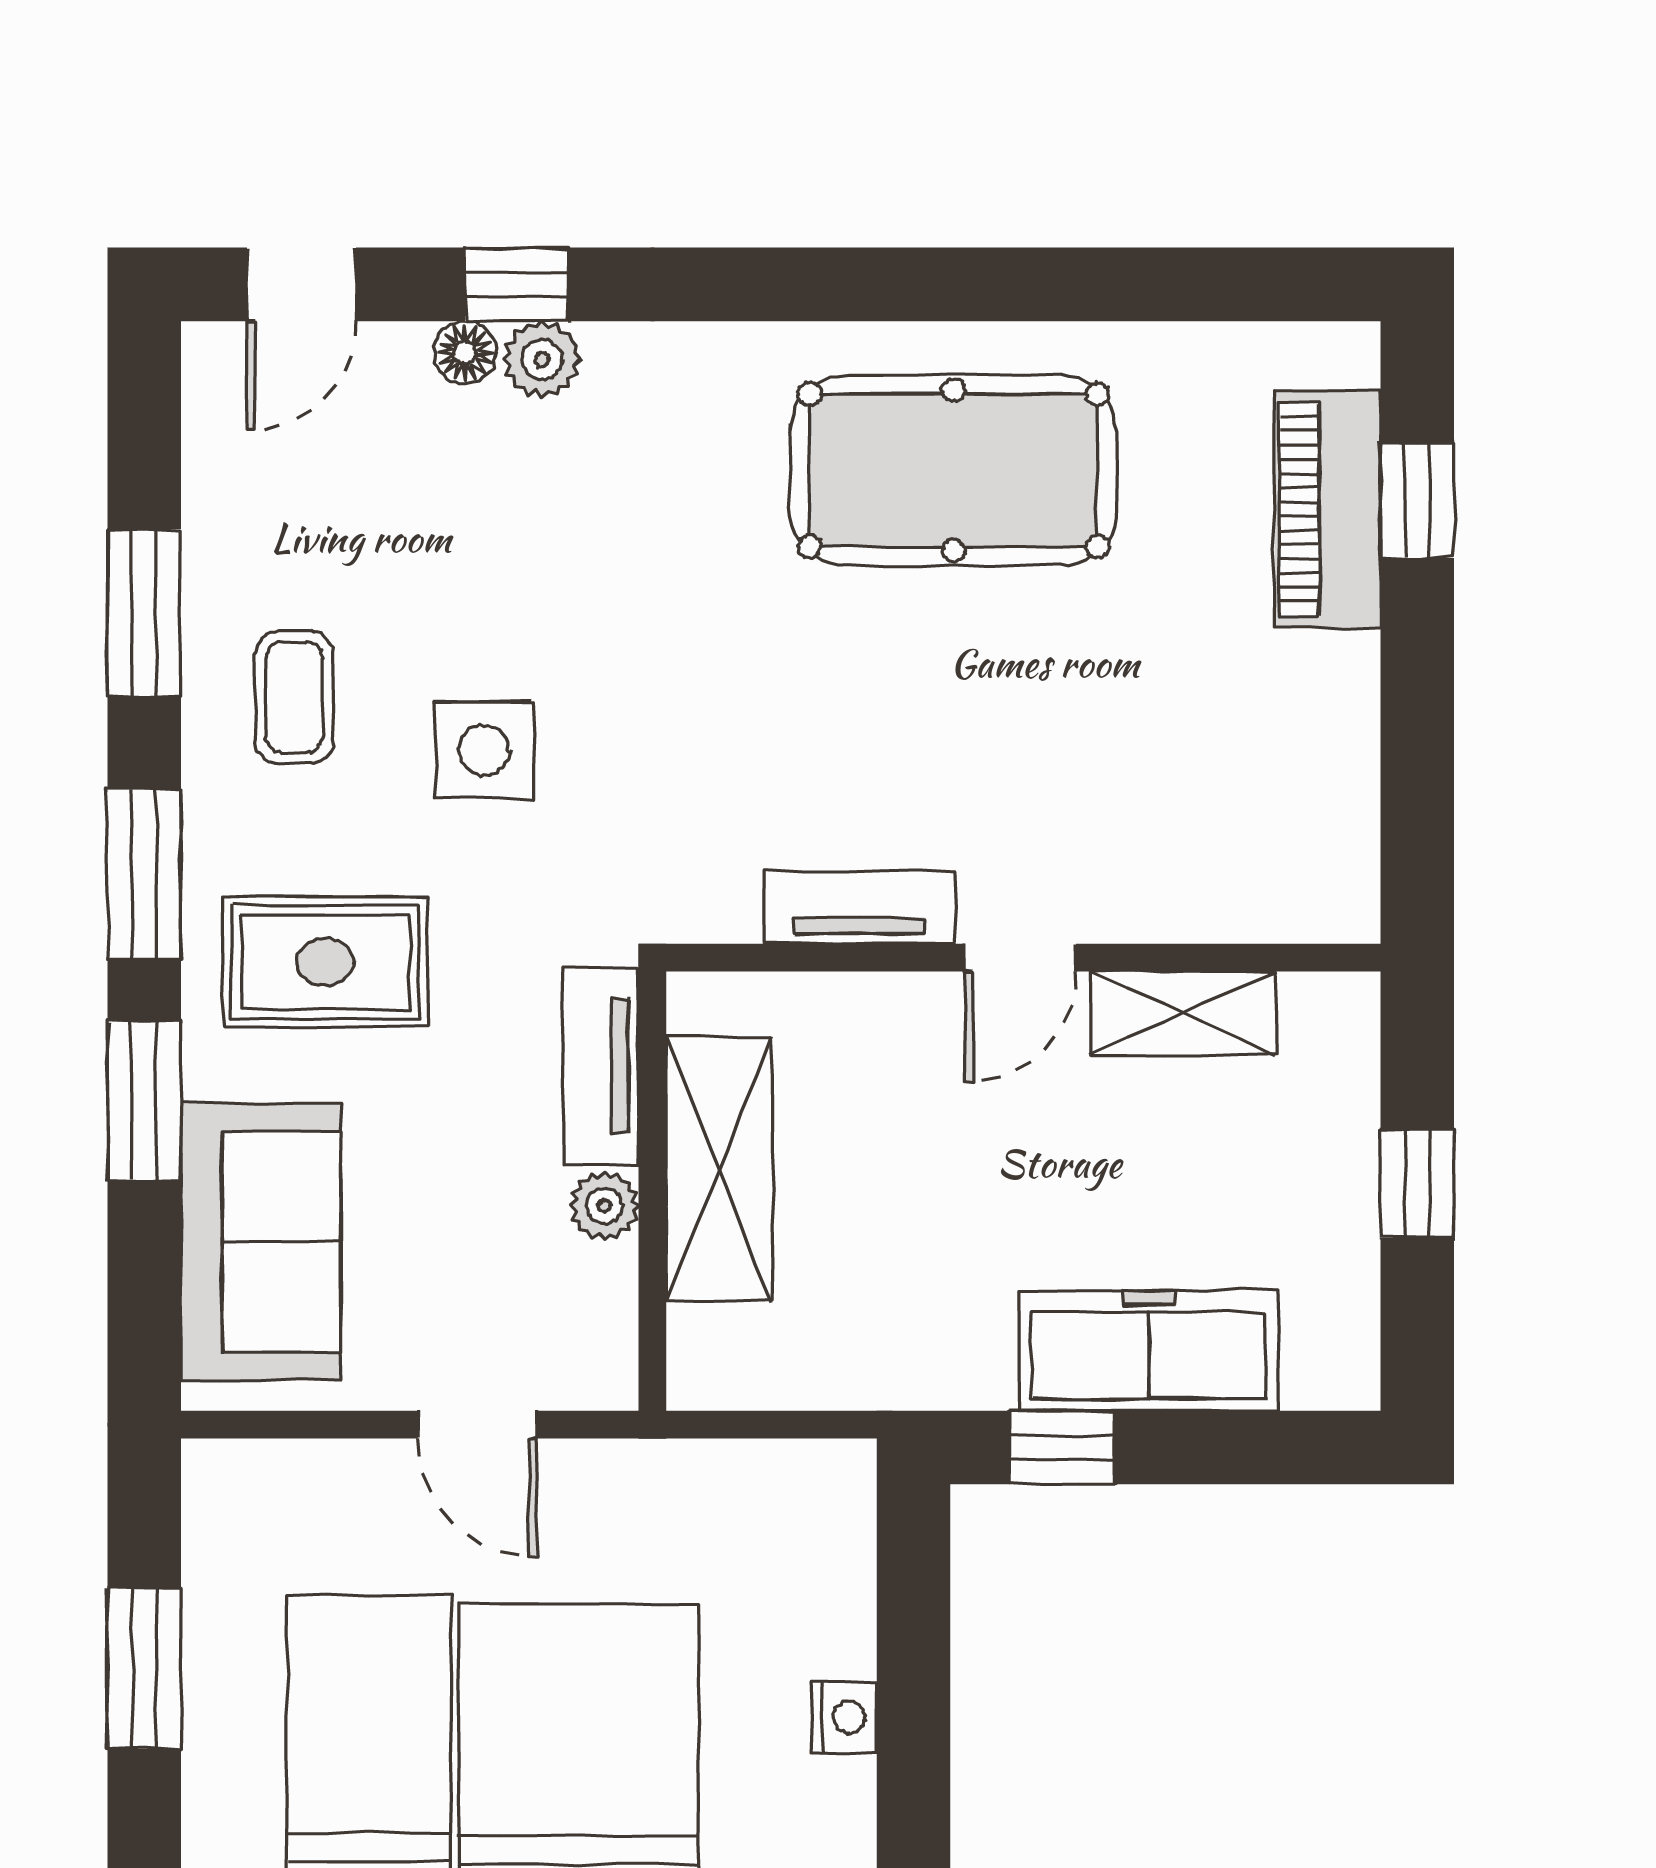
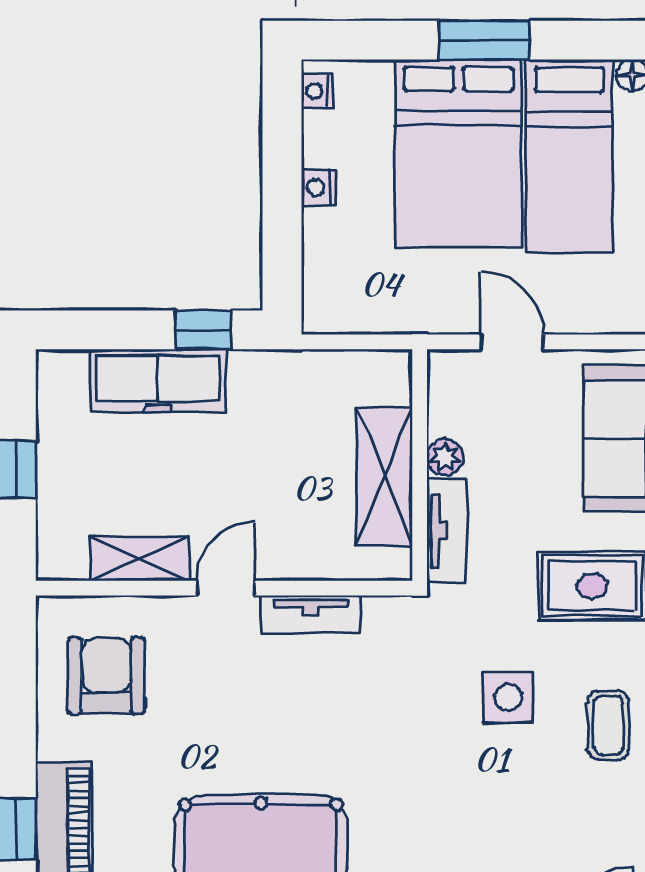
armchair: (1247, 791) -> (106, 676), added

